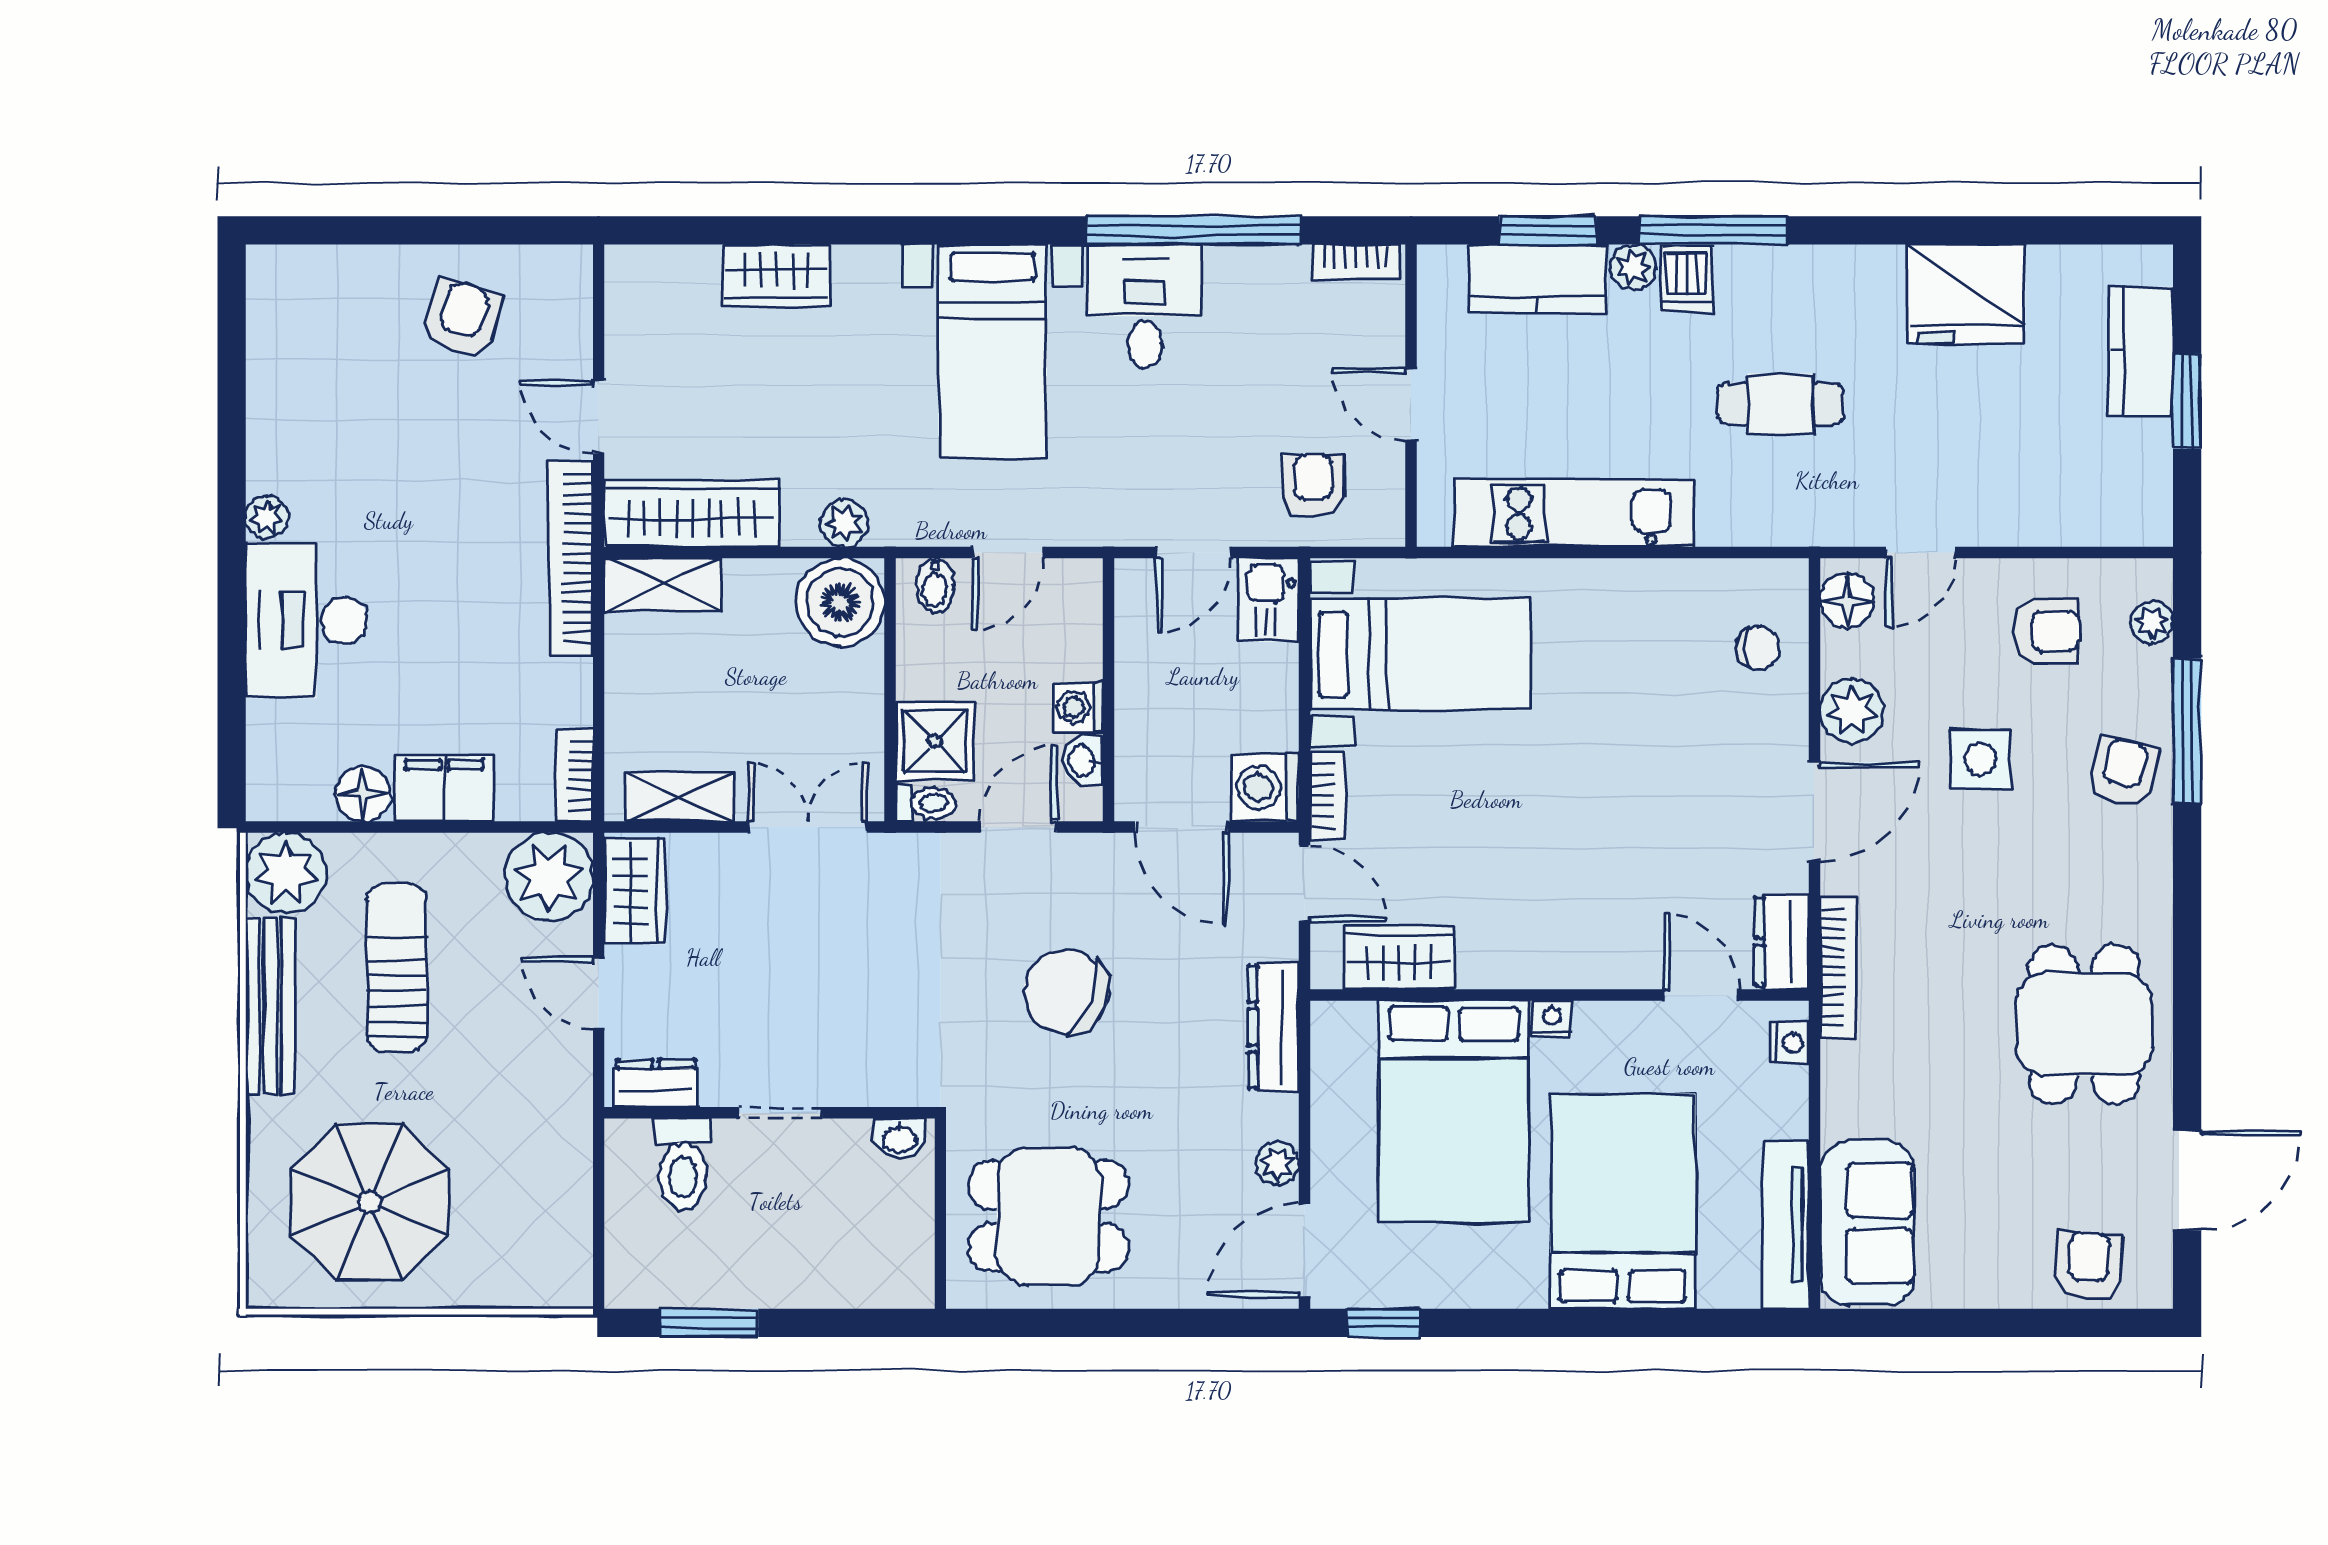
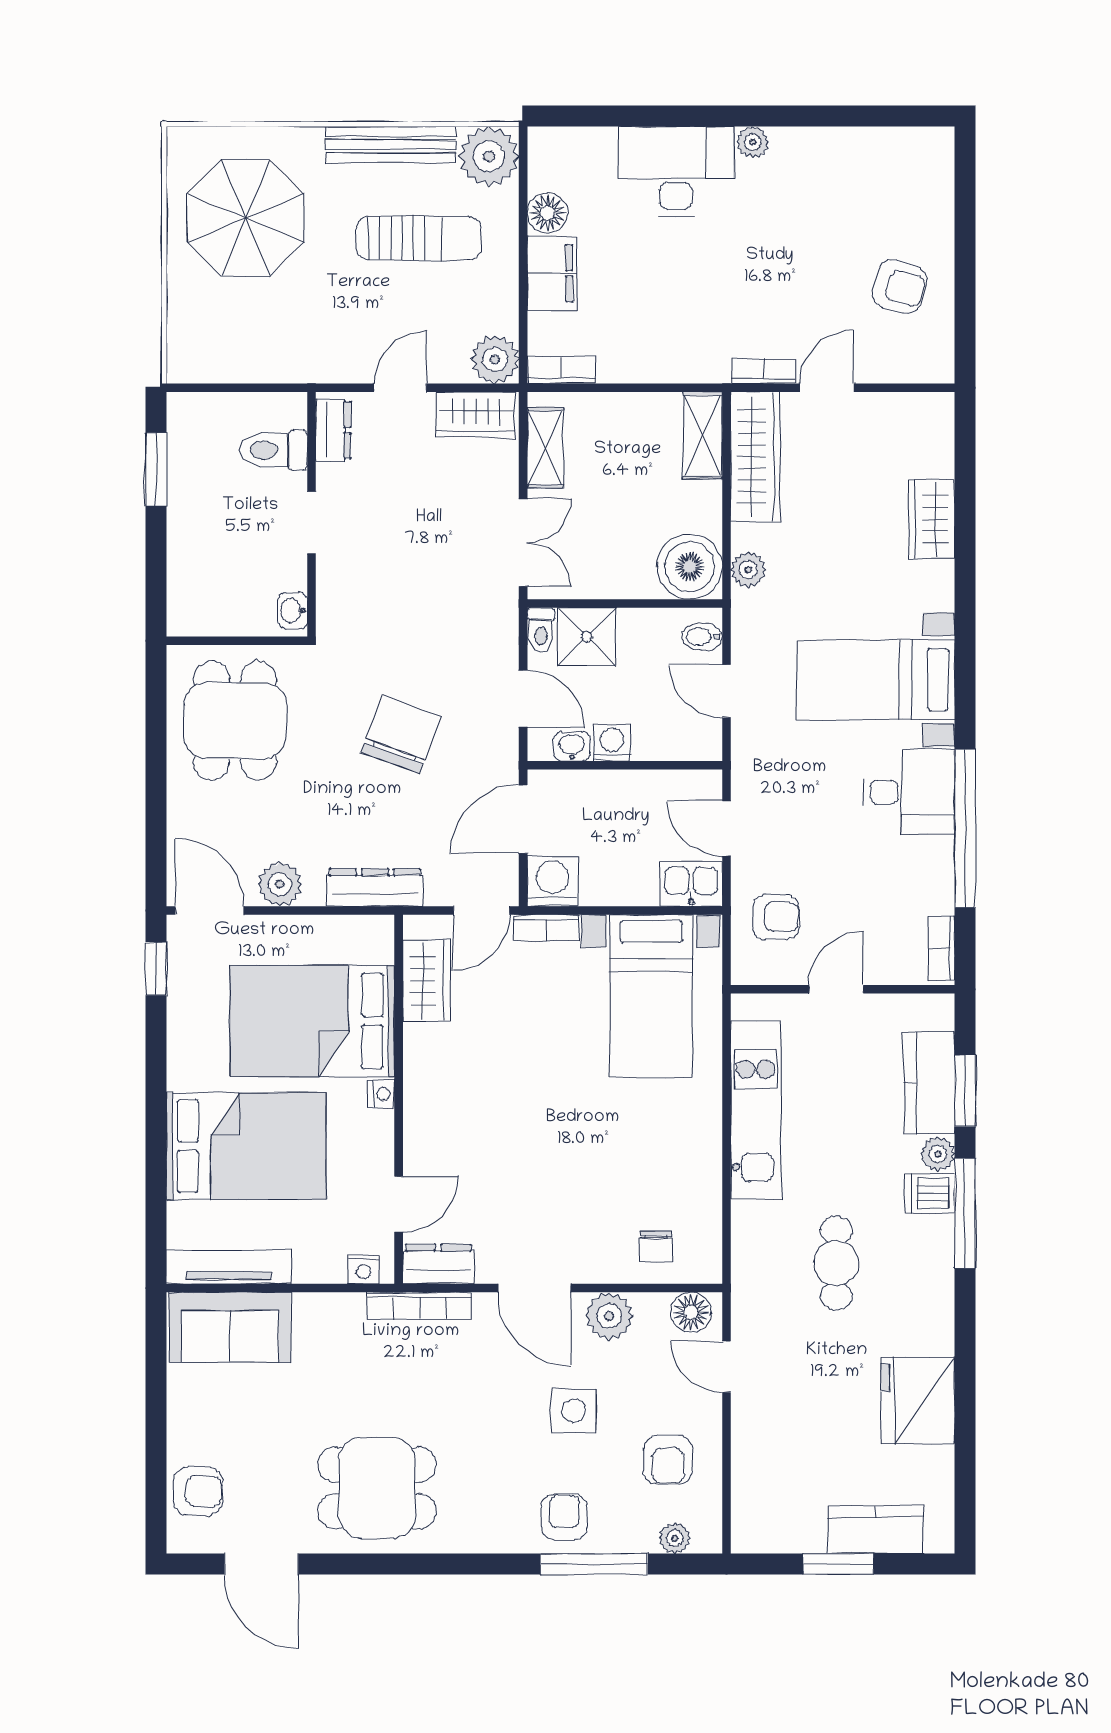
bookcase: (571, 558) -> (763, 371), width x0.43, depth x0.76
armchair: (2123, 772) -> (564, 1517), turned -104
plant: (549, 877) -> (495, 360), width x0.73, depth x0.73
plant: (1277, 1163) -> (280, 884), width x1.38, depth x1.38

